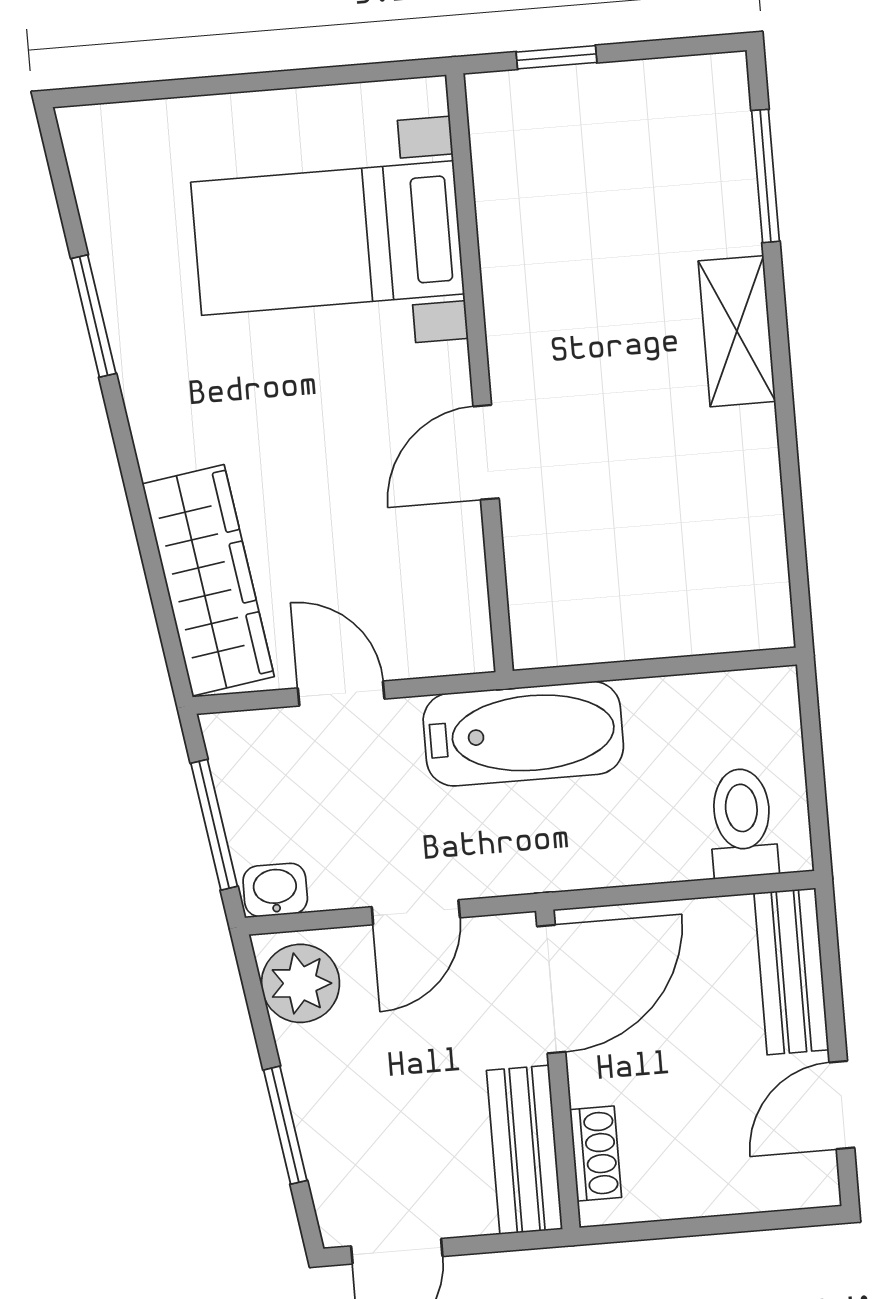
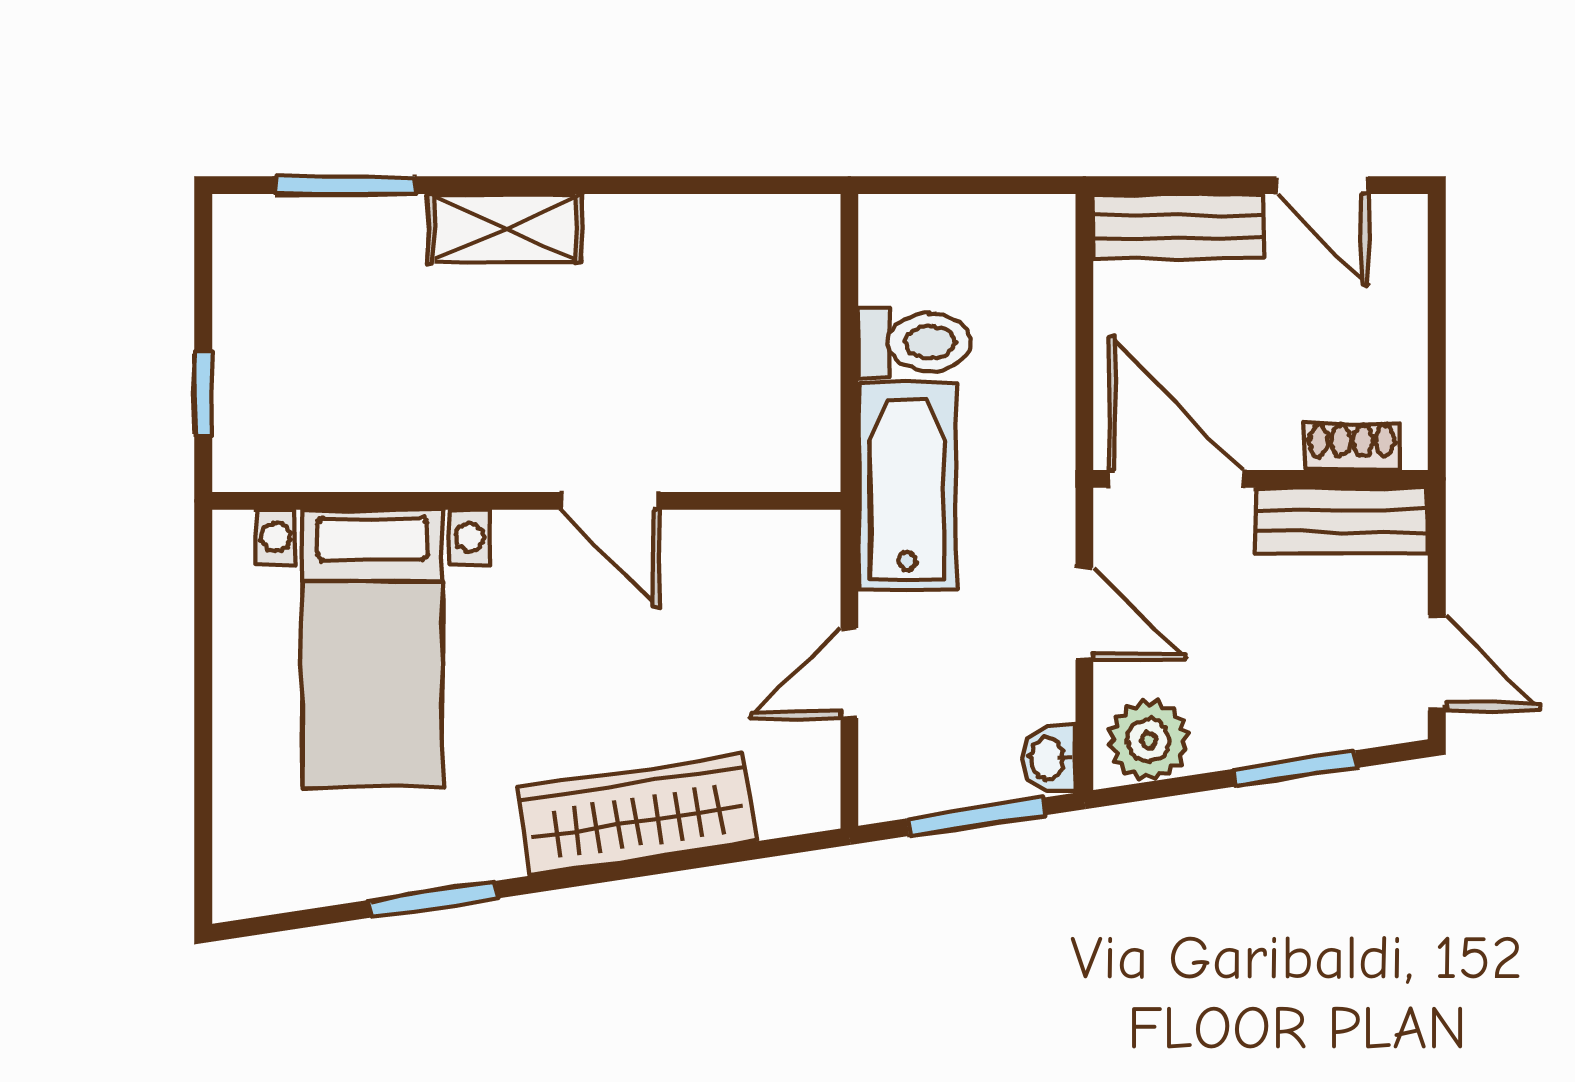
wardrobe: (208, 580) -> (636, 815), moved
toilet: (743, 823) -> (915, 342), moved, turned 180

